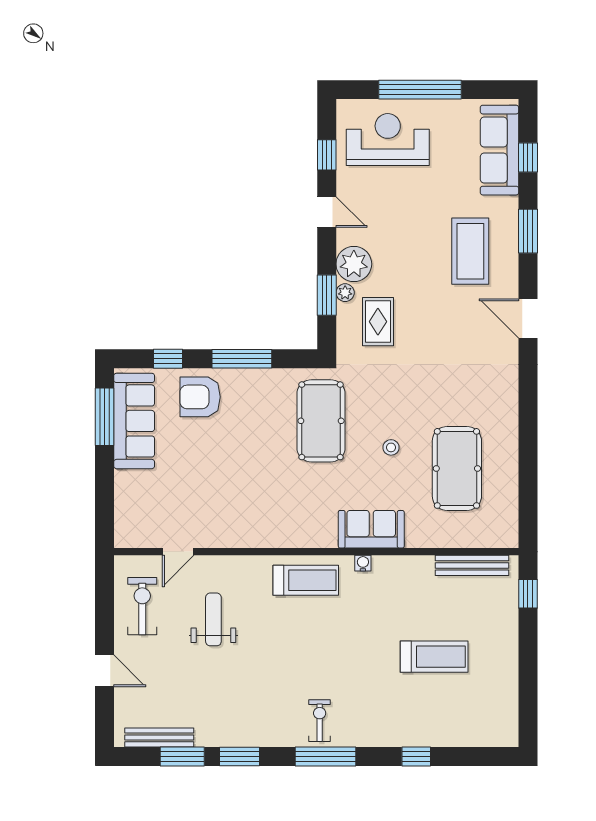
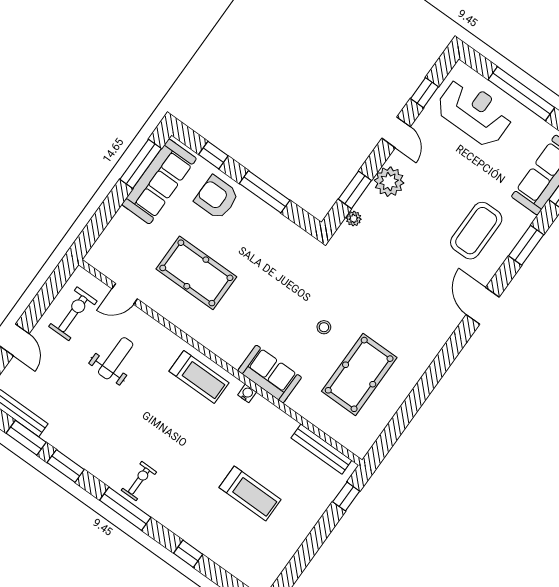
plant: (345, 293) -> (354, 219), moved
rug: (378, 322) -> (377, 234), removed
pool table: (321, 421) -> (196, 273), moved, turned 90

